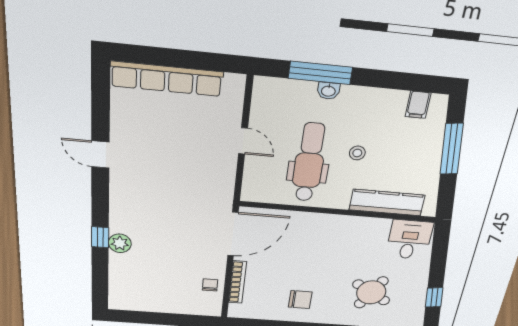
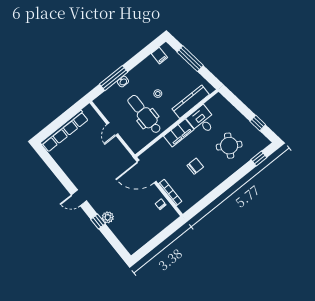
door: (243, 141) -> (112, 129), swing flipped
door: (100, 154) -> (79, 198), moved
filing cabinet: (328, 225) -> (179, 133), added
door: (233, 234) -> (147, 172), swing flipped
desk: (409, 240) -> (202, 120), moved
chair: (300, 300) -> (195, 166), moved

